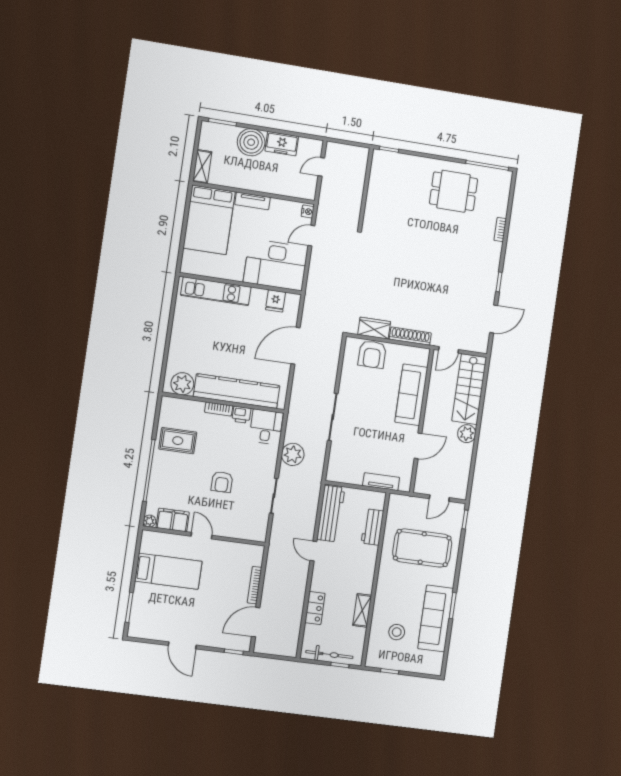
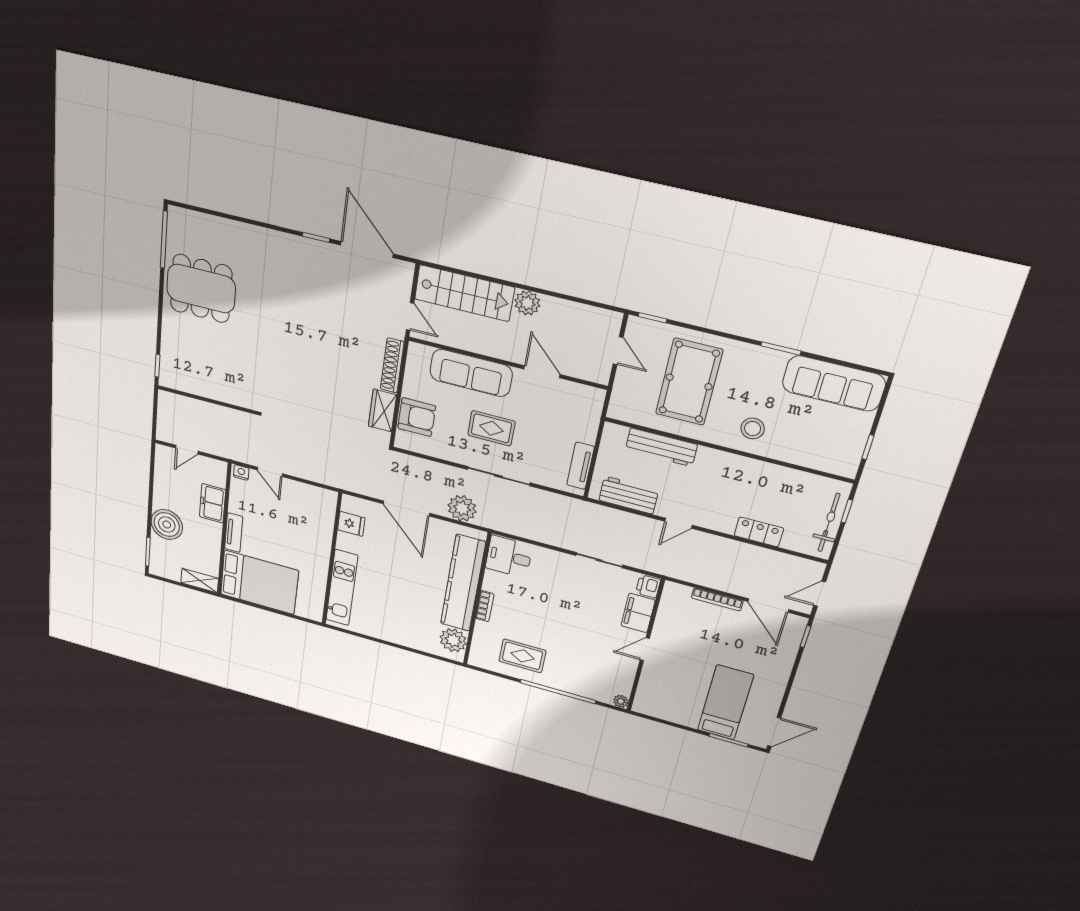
freezer: (282, 144) -> (213, 503), moved, turned 180
door: (321, 167) -> (187, 450), hinge flipped
dining table: (454, 191) -> (201, 289), width x1.38
bookcase: (500, 230) -> (246, 229), removed
desk: (276, 265) -> (308, 518), removed
door: (494, 319) -> (367, 250), width x1.36
rug: (370, 411) -> (491, 428), added
printer: (241, 415) -> (648, 586), moved, turned 180
rug: (178, 441) -> (522, 656), turned 90
plant: (293, 454) -> (462, 508), moved
armchair: (222, 482) -> (577, 616), removed
tv unit: (381, 482) -> (580, 466), moved
workbench: (331, 514) -> (629, 495), width x0.73
filing cabinet: (173, 520) -> (638, 613), moved
workbench: (372, 527) -> (661, 447), width x1.38
bed: (168, 571) -> (725, 703), moved
shelving: (362, 610) -> (771, 473), removed
sofa: (436, 618) -> (834, 383), moved
stool: (397, 632) -> (753, 428), moved
door: (182, 645) -> (774, 732), moved
door: (271, 656) -> (820, 594), added

